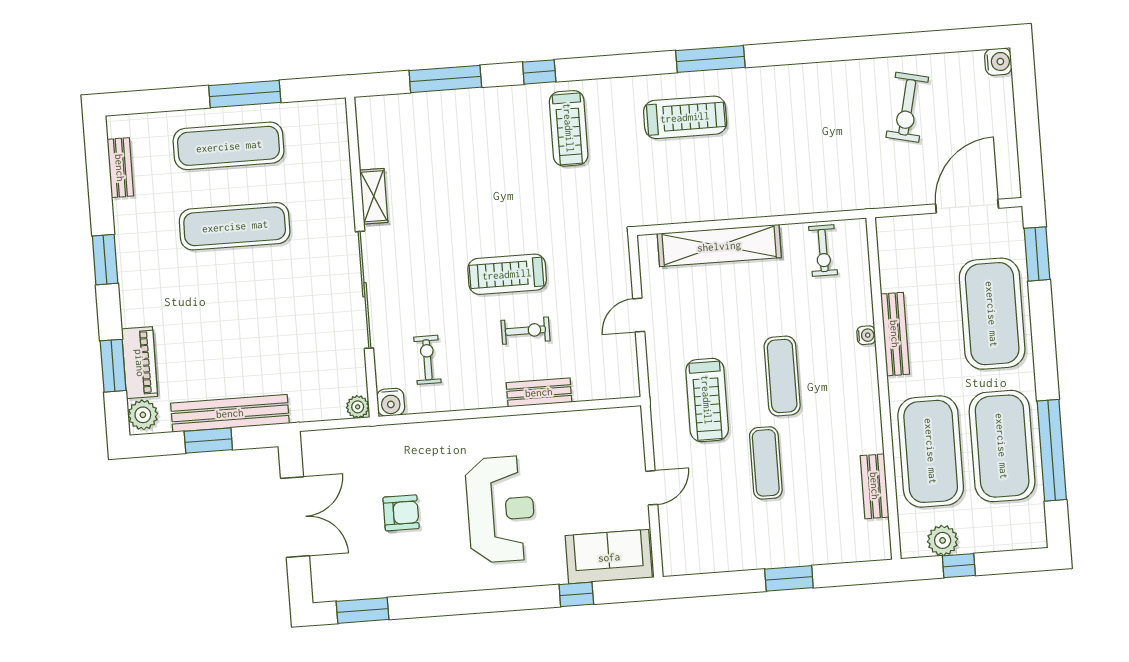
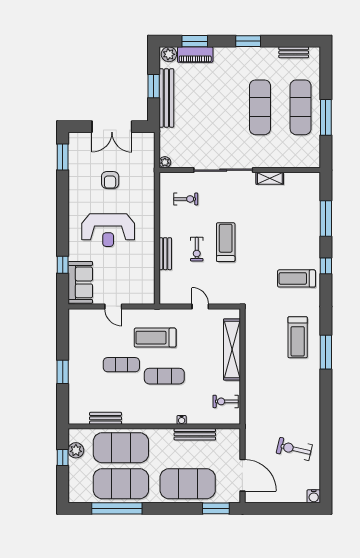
bench: (895, 334) -> (195, 434), moved
water cooler: (391, 402) -> (166, 179), removed

